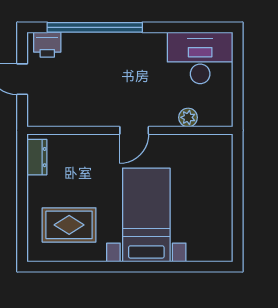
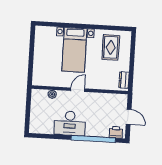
desk: (200, 58) -> (70, 123), moved
rug: (69, 225) -> (111, 47), turned 90

